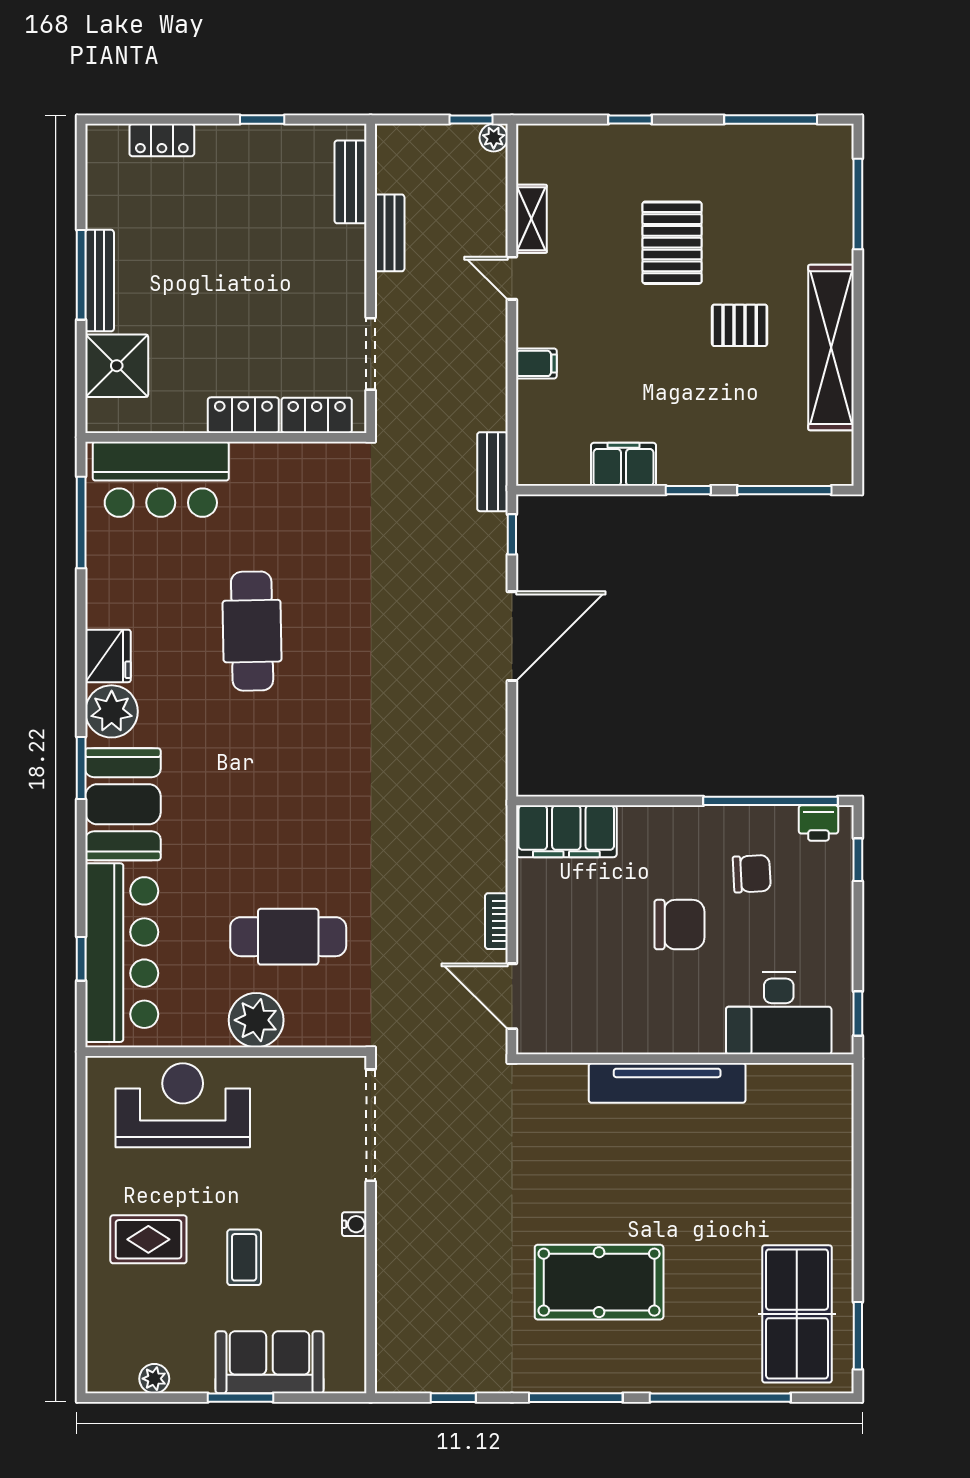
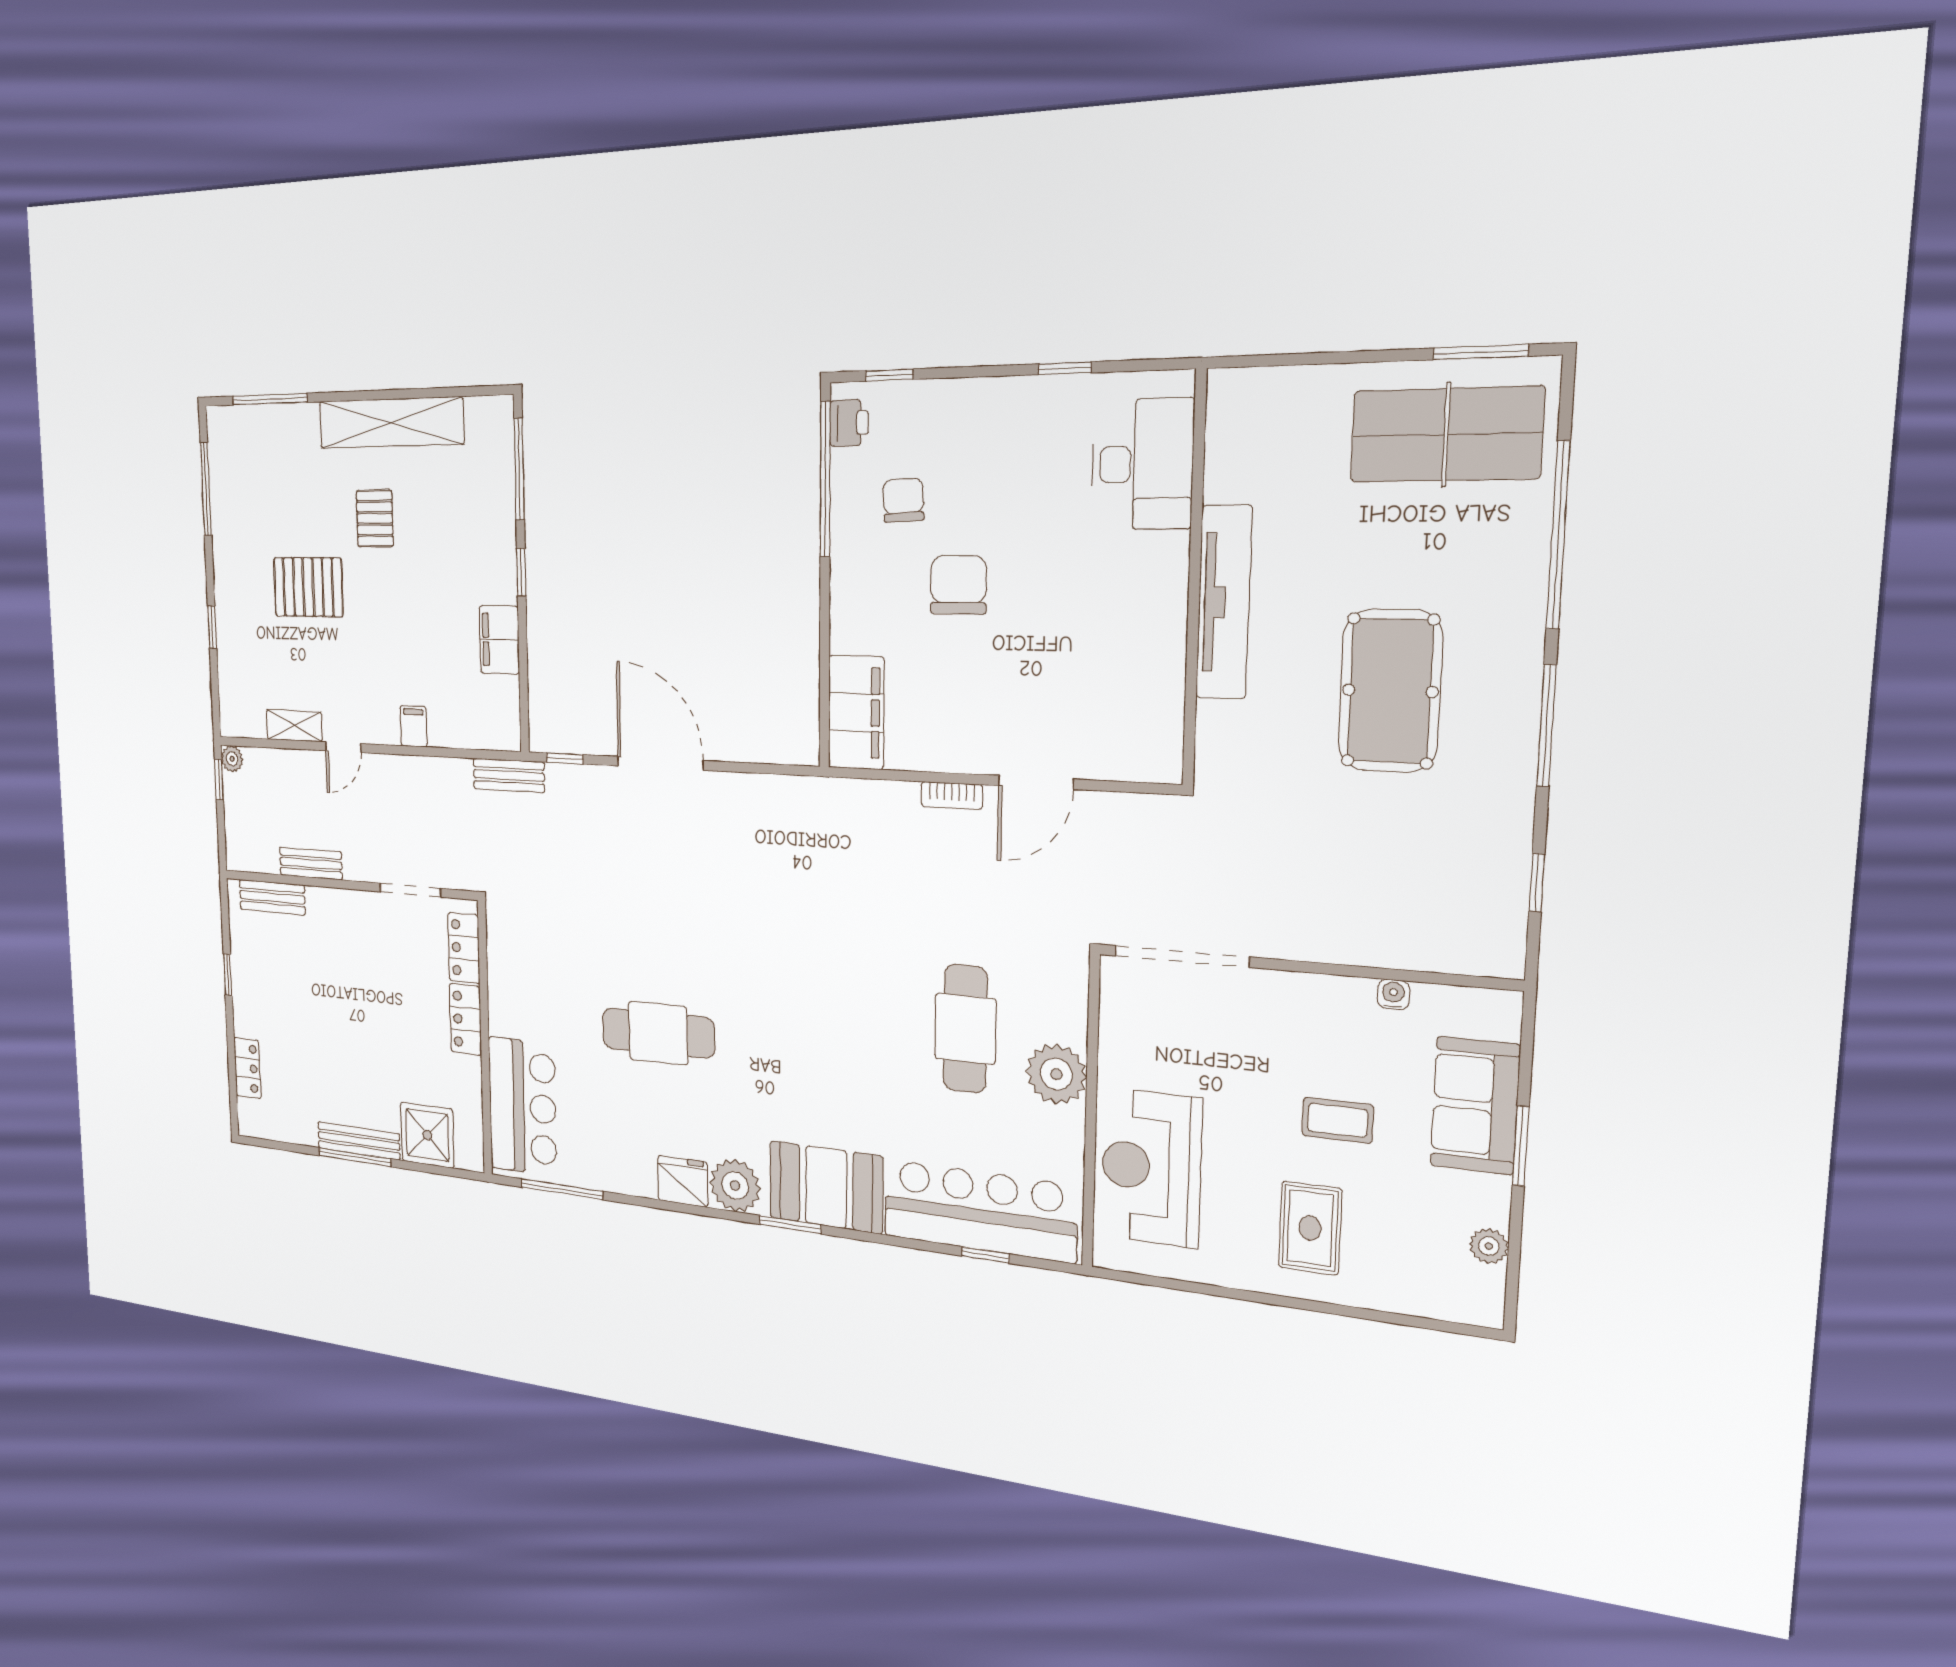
desk: (779, 1013) -> (1142, 464), moved
wall: (685, 1059) -> (1194, 580), moved
tv unit: (667, 1083) -> (1224, 602), moved
water cooler: (354, 1224) -> (1393, 994), moved

